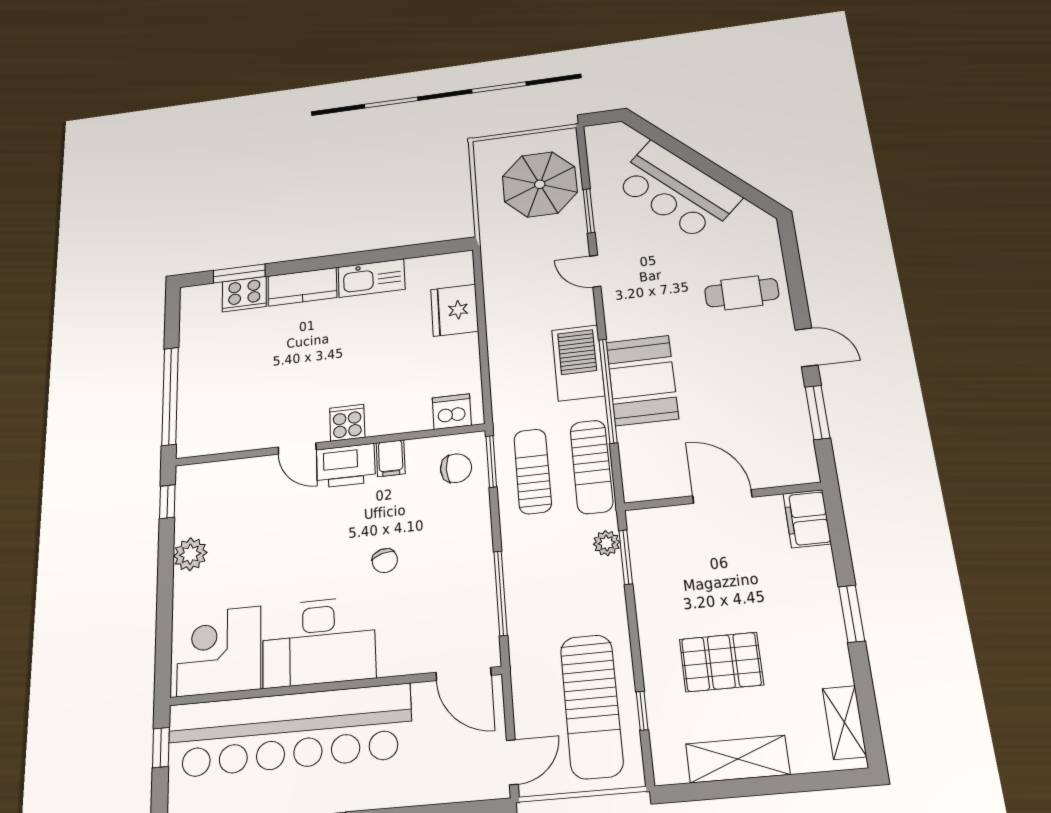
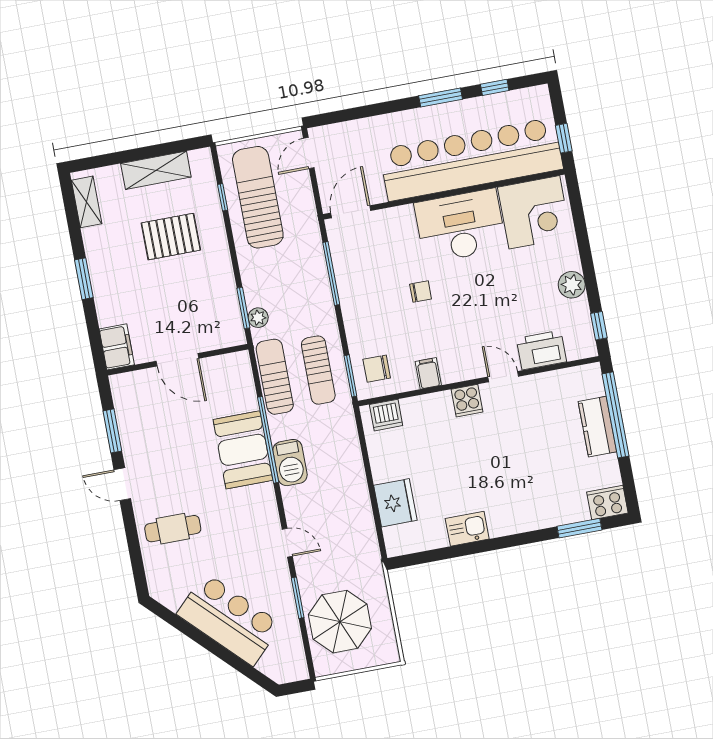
kitchen sink: (371, 278) -> (467, 529), width x0.73
kitchen counter: (302, 287) -> (597, 427), moved, turned -90
cooker: (244, 294) -> (607, 503), moved
barbecue: (578, 363) -> (290, 463), width x0.73, depth x0.83
printer: (346, 466) -> (541, 350), moved
chair: (385, 561) -> (421, 292), turned 107
door: (463, 674) -> (351, 212), hinge flipped

